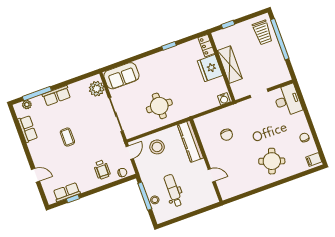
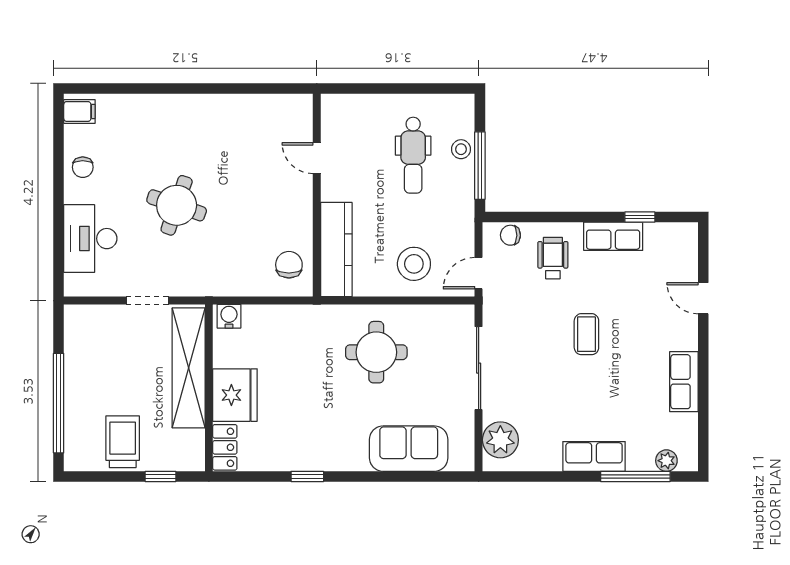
trolley: (263, 32) -> (123, 442), moved
shelving: (230, 65) -> (189, 368), width x1.47
sofa: (121, 76) -> (409, 449), moved
desk: (287, 100) -> (90, 239), moved
row of seats: (28, 129) -> (684, 382), moved
chair: (227, 135) -> (289, 265), moved
coffee table: (67, 137) -> (586, 334), moved
round table: (272, 161) -> (177, 205), moved
row of seats: (67, 192) -> (613, 236), moved

